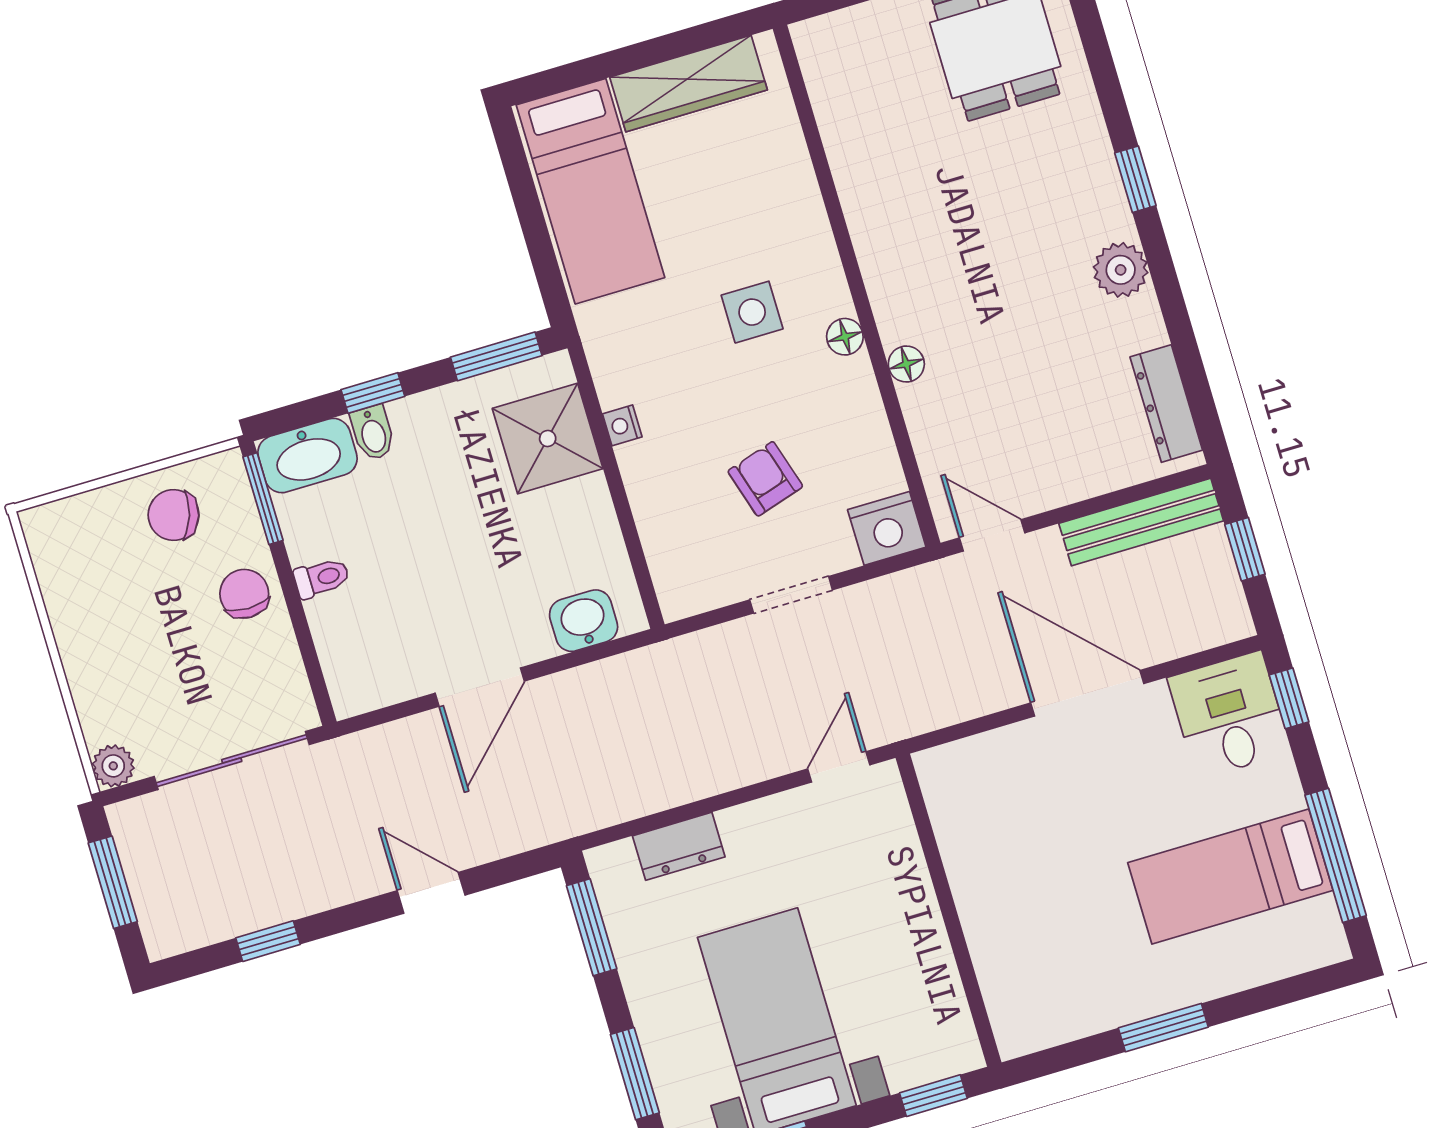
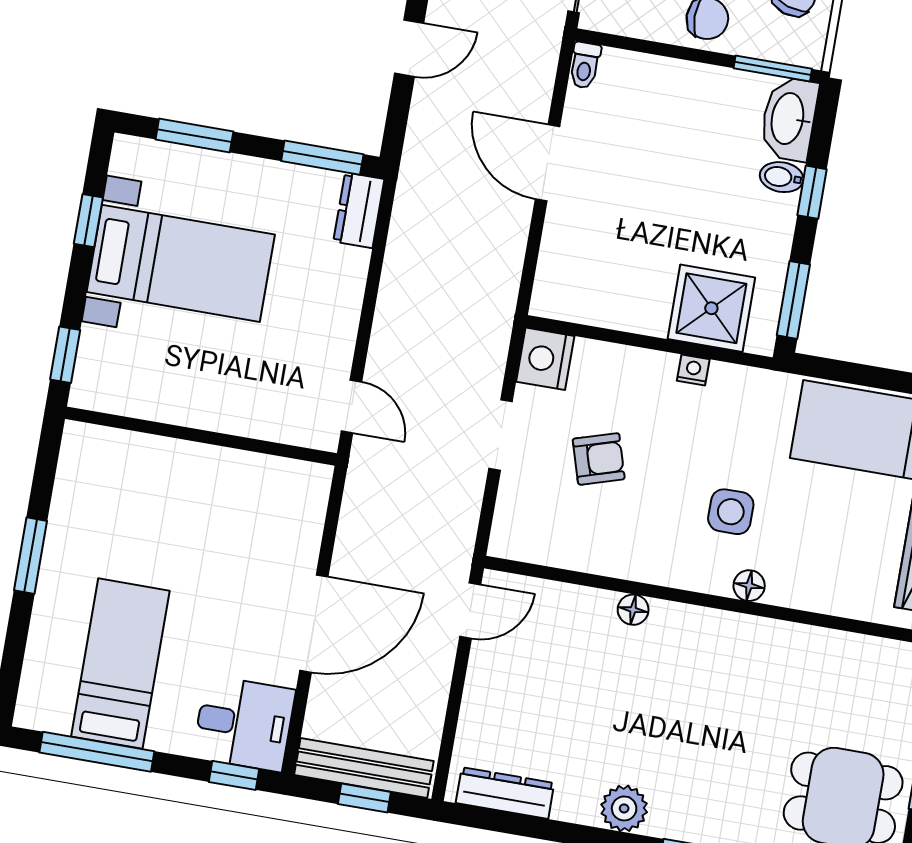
floor lamp: (845, 337) -> (749, 586), moved
bench: (1141, 522) -> (364, 768), moved, turned 90
nightstand: (887, 528) -> (545, 359), moved
toilet: (322, 578) -> (585, 65), moved
washbasin: (584, 621) -> (559, 267), removed
dresser: (679, 846) -> (359, 210), moved

